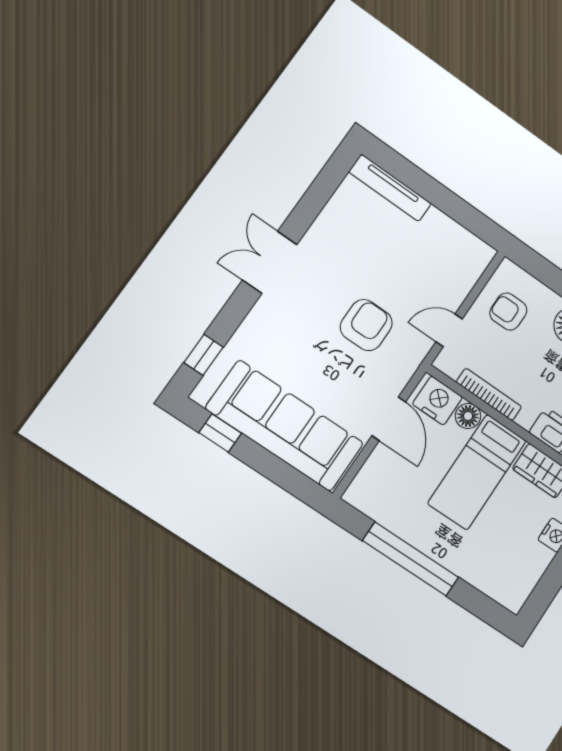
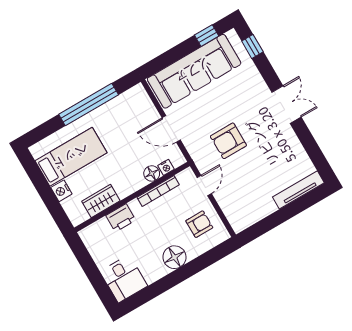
armchair: (366, 325) -> (228, 141), turned 90
nightstand: (437, 401) -> (166, 167), width x0.53, depth x0.56
bed: (477, 472) -> (71, 157), moved, turned 90

